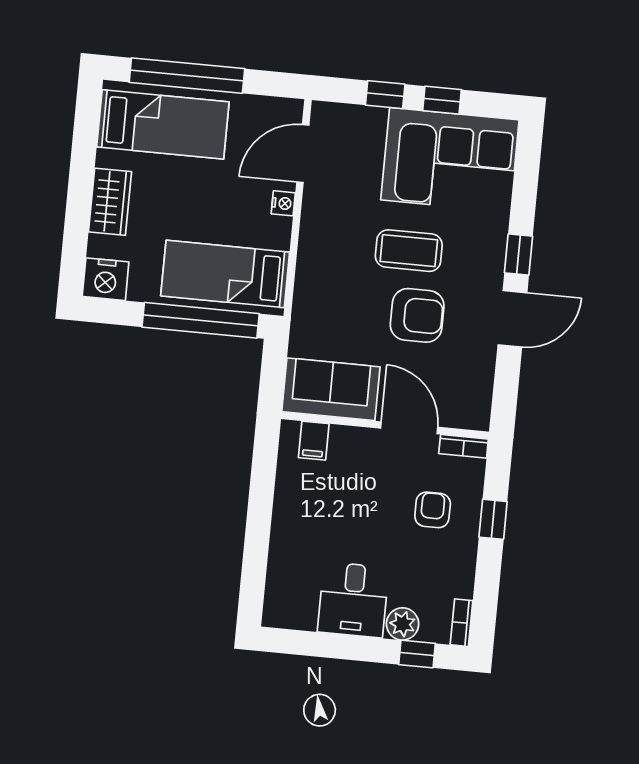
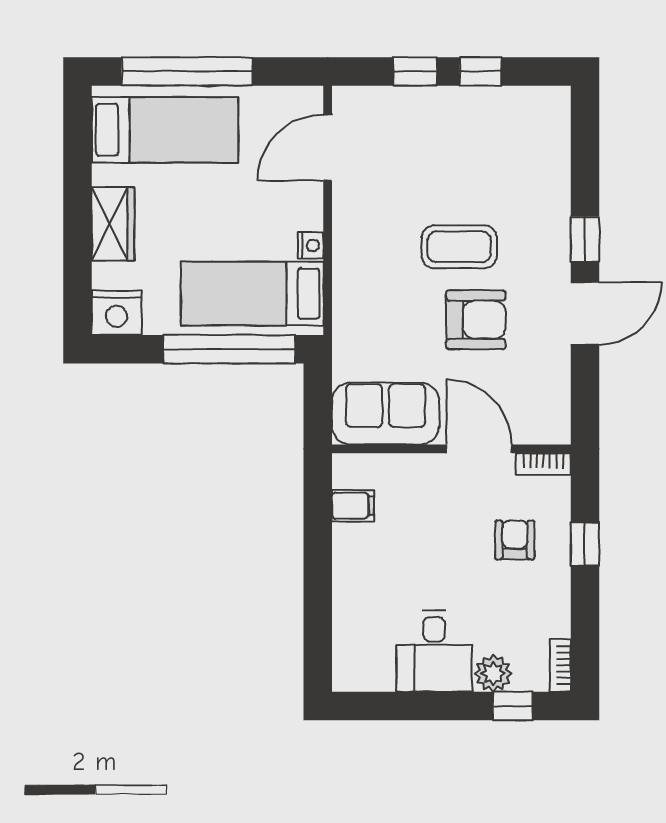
corner sofa: (450, 160) -> (496, 139), removed
nightstand: (283, 203) -> (311, 245), moved
filing cabinet: (314, 441) -> (353, 506), moved, turned -90

